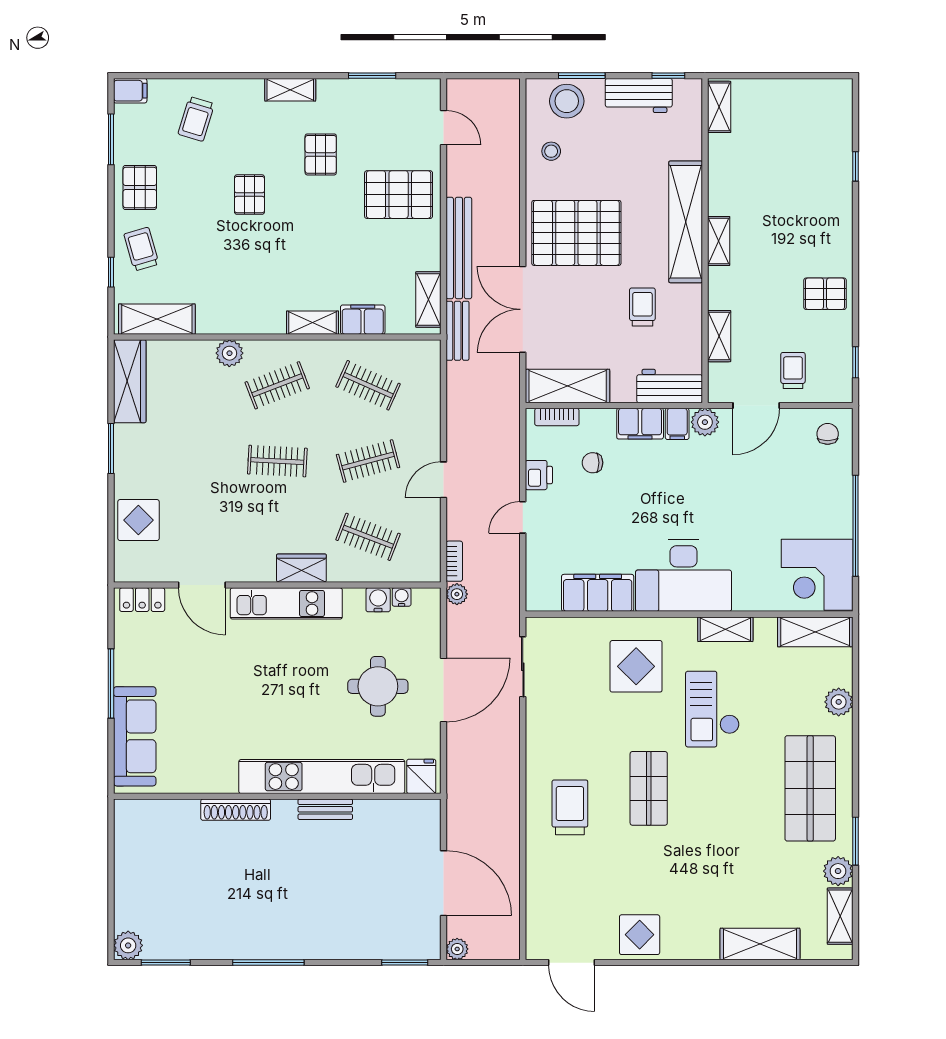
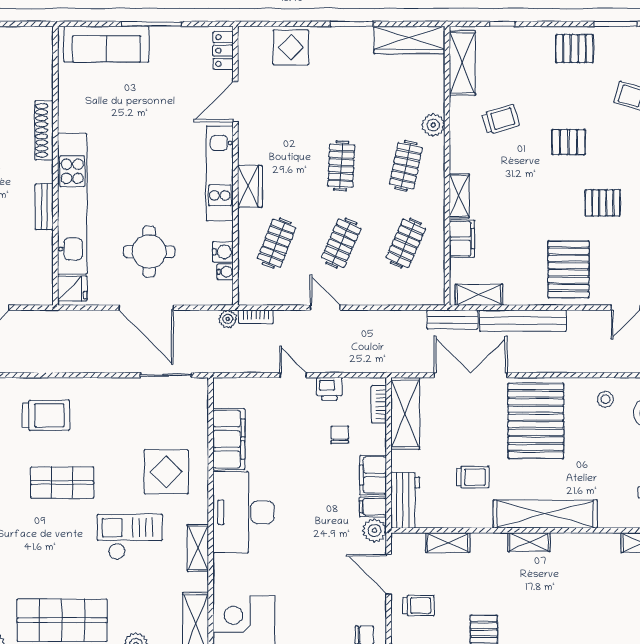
trolley: (141, 249) -> (501, 119), moved
clothes rail: (277, 385) -> (406, 166), turned 33
clothes rail: (368, 461) -> (341, 243), turned 39

